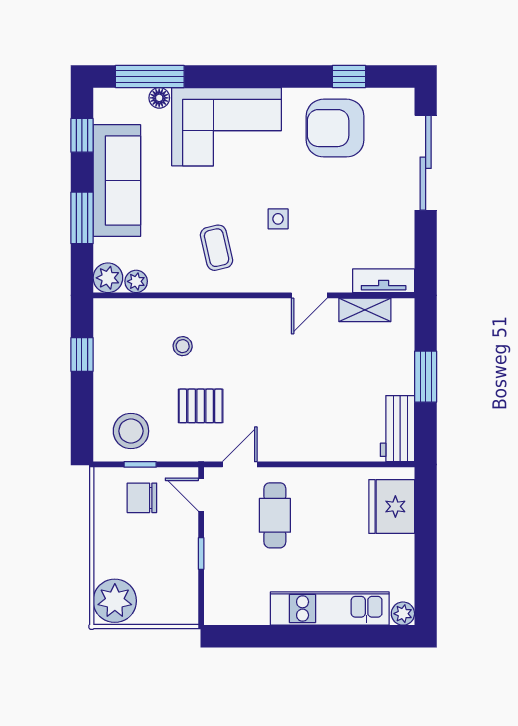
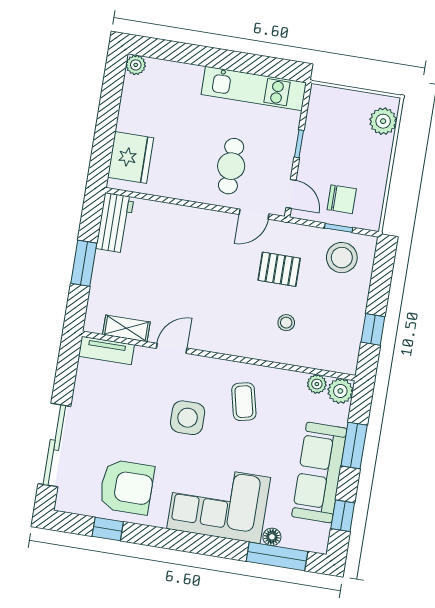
side table: (278, 219) -> (188, 418), width x1.87, depth x1.87
plant: (115, 601) -> (383, 121), width x0.73, depth x0.73
kitchen unit: (330, 608) -> (254, 88), moved

